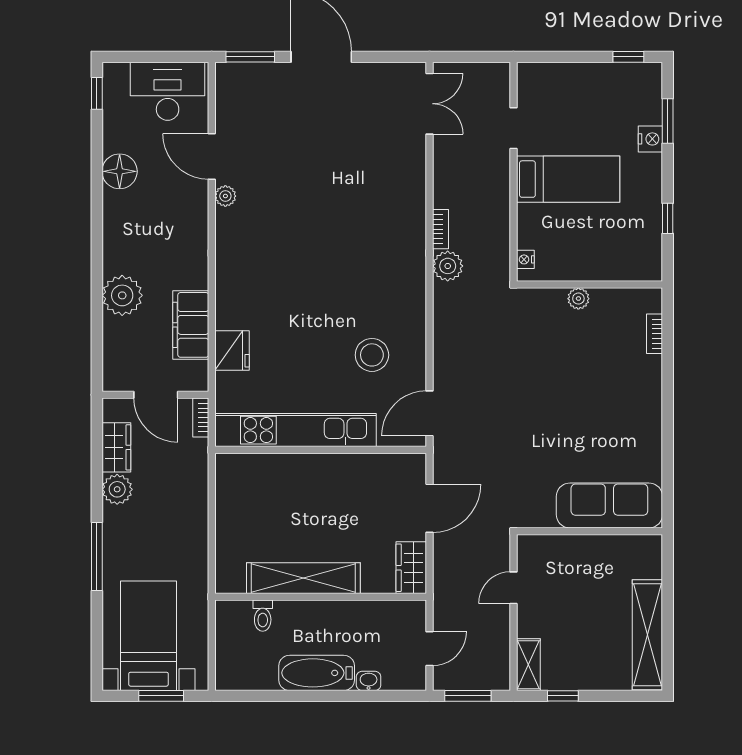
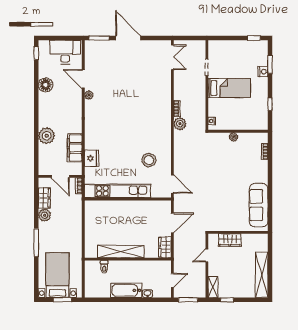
door: (429, 413) -> (172, 184), swing flipped
sofa: (609, 505) -> (259, 205), moved, turned -90
wardrobe: (570, 550) -> (230, 240), added

